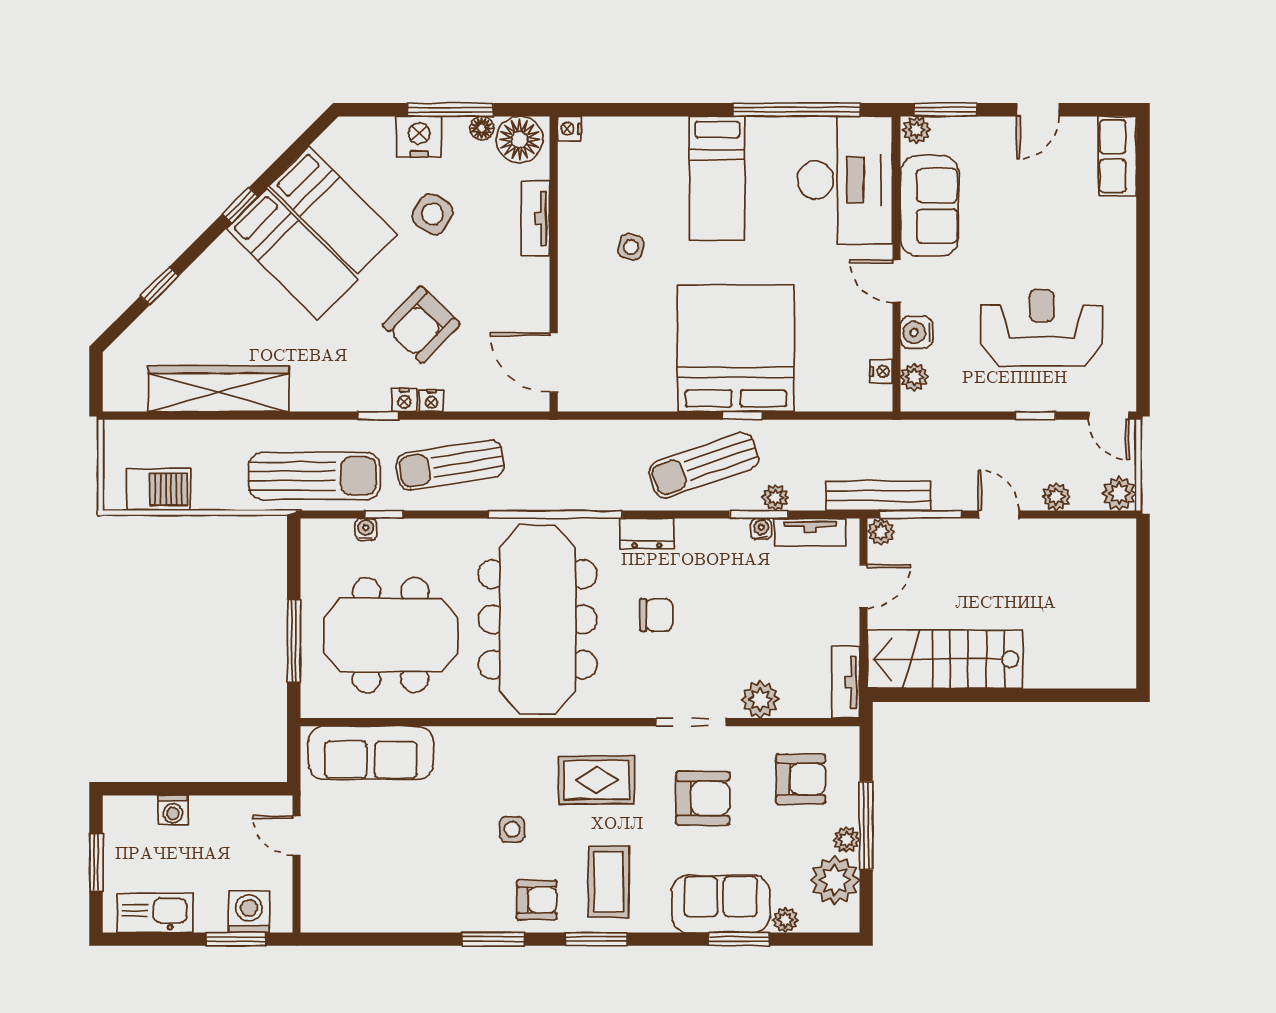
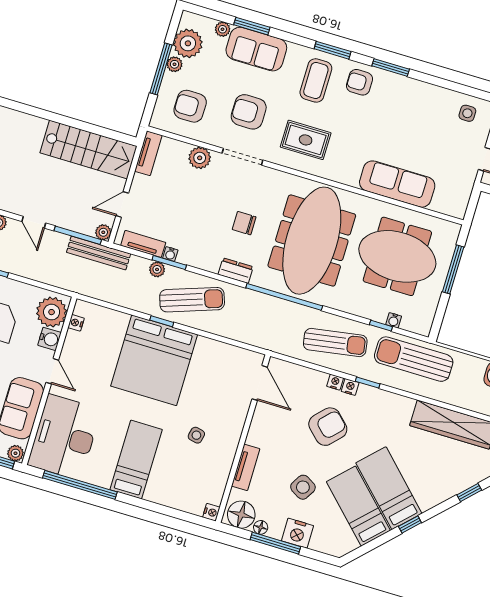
plant: (914, 377) -> (52, 312), width x1.88, depth x1.88
sofa: (371, 753) -> (397, 184), moved
side table: (512, 829) -> (467, 113), moved

